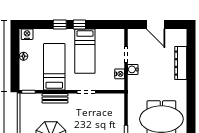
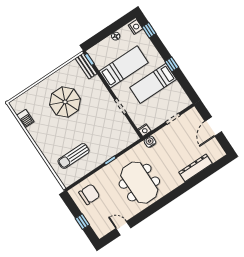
window: (60, 25) -> (149, 30), moved
water cooler: (133, 69) -> (150, 142), moved
nightstand: (120, 74) -> (144, 130), moved
bench: (55, 98) -> (86, 66), moved

